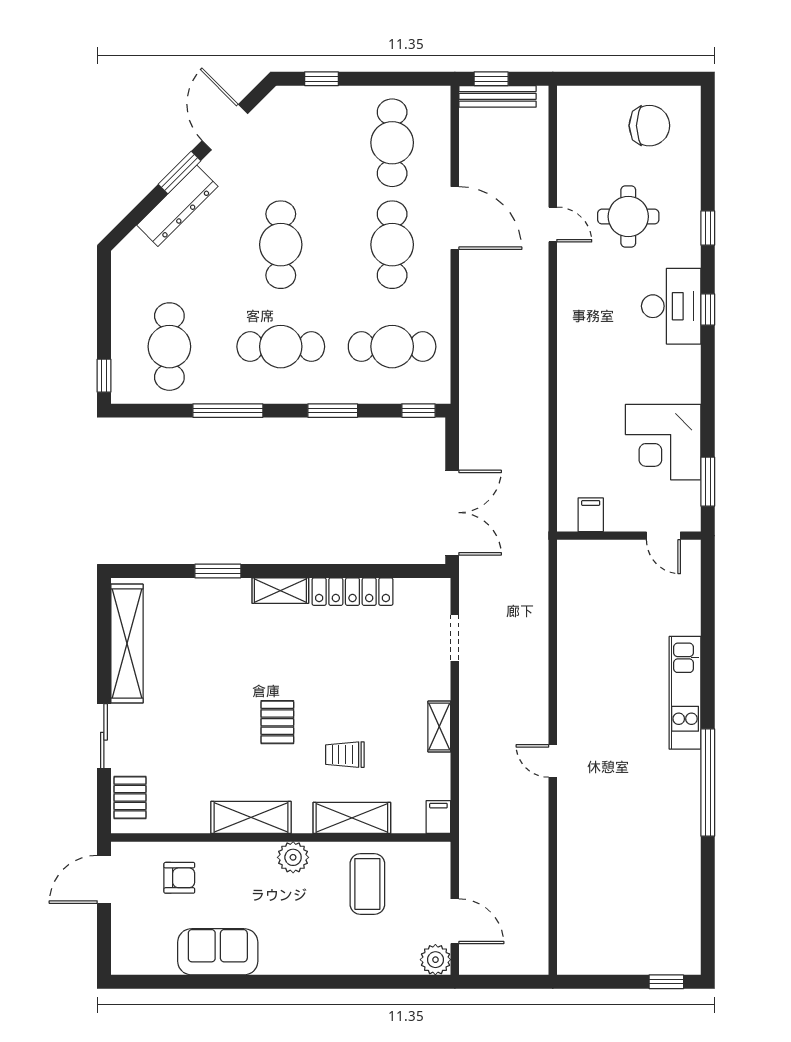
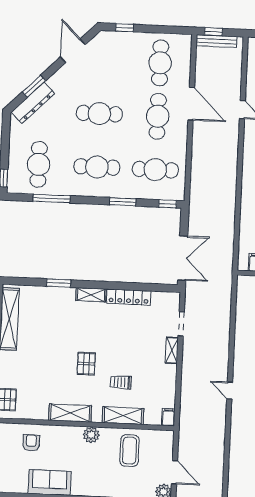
window: (179, 173) -> (34, 86), moved
dresser: (177, 206) -> (33, 103), moved
cafe table: (281, 245) -> (99, 114), turned 90
window: (228, 411) -> (52, 199), moved
shelving: (439, 726) -> (172, 350), moved
armchair: (179, 878) -> (31, 443), turned -90

